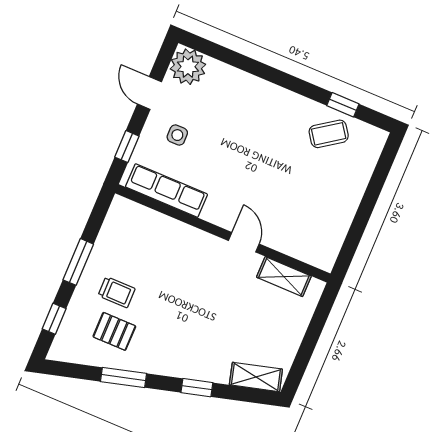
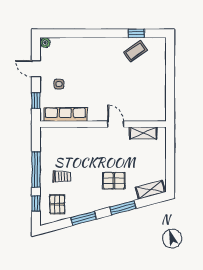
plant: (188, 67) -> (45, 43), width x0.53, depth x0.53
window: (78, 262) -> (36, 170), width x1.44
pallet: (114, 331) -> (57, 204), moved, turned 90
pallet: (201, 336) -> (114, 181), added
window: (197, 388) -> (123, 208), width x1.50

